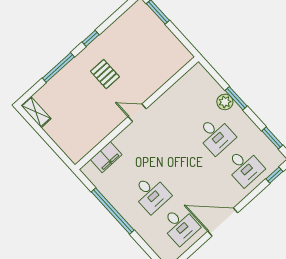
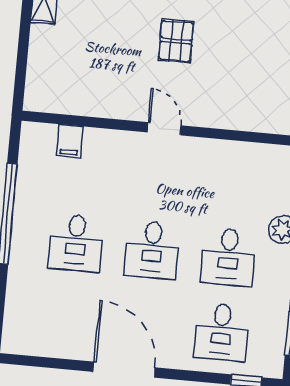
filing cabinet: (106, 157) -> (70, 141), width x0.50
desk: (180, 225) -> (152, 250), moved

